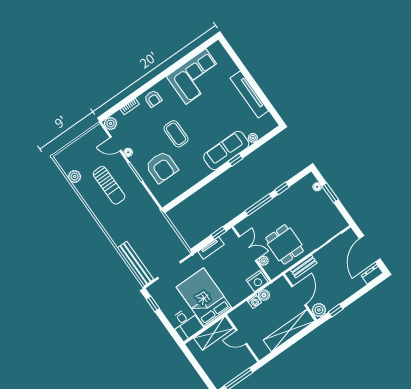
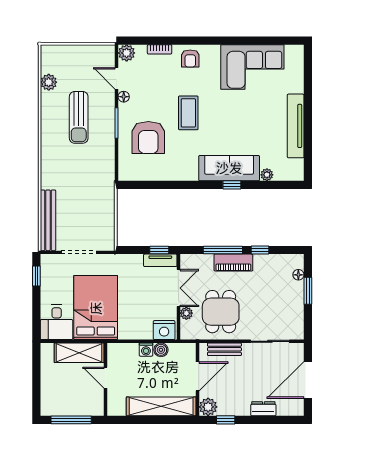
piano: (271, 208) -> (233, 263), added
tv unit: (211, 248) -> (160, 260), moved
dresser: (372, 274) -> (263, 409), moved

